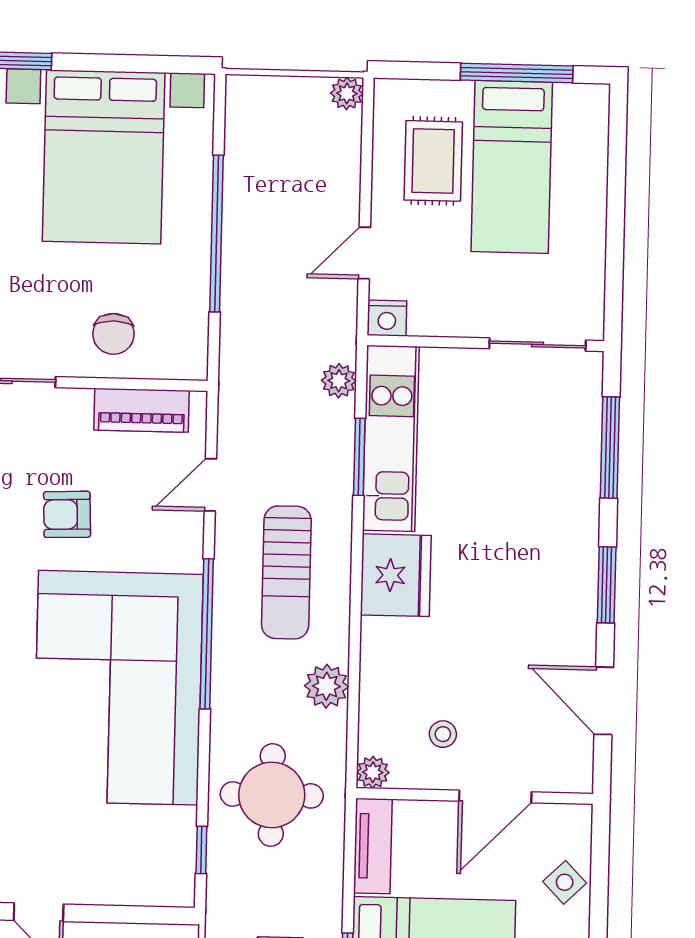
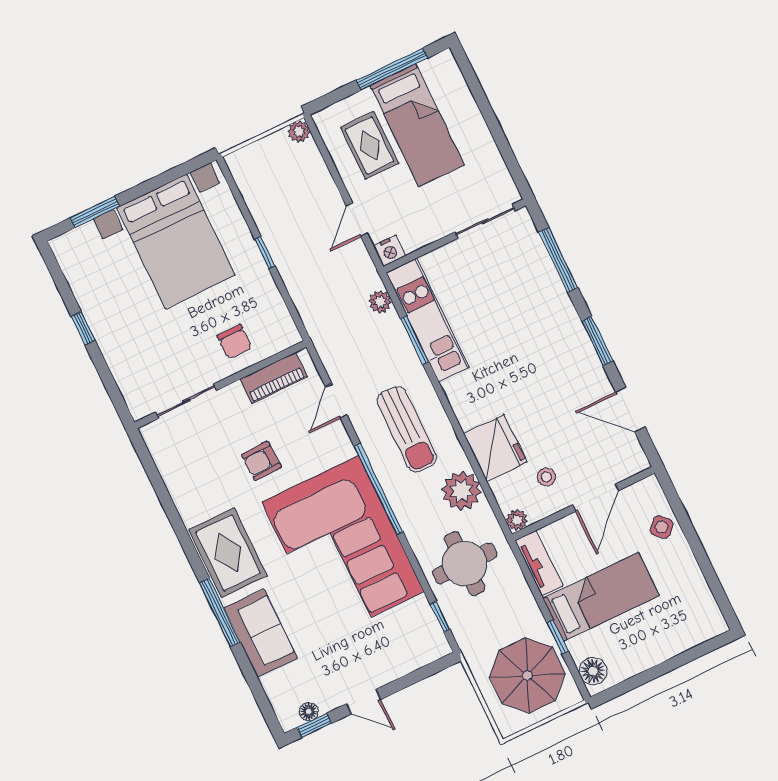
window: (216, 233) -> (265, 252), width x0.32
fridge: (396, 575) -> (495, 448), moved
plant: (327, 686) -> (462, 491), width x1.36, depth x1.36

